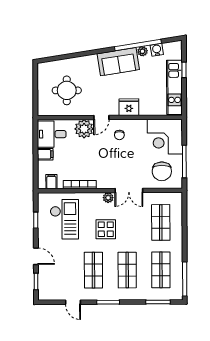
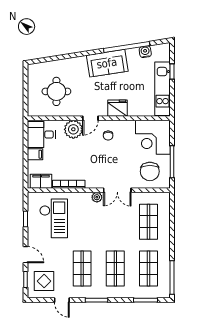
plant: (143, 51) -> (131, 53), removed
filing cabinet: (51, 182) -> (41, 181), width x2.00
display table: (106, 229) -> (44, 281), moved

